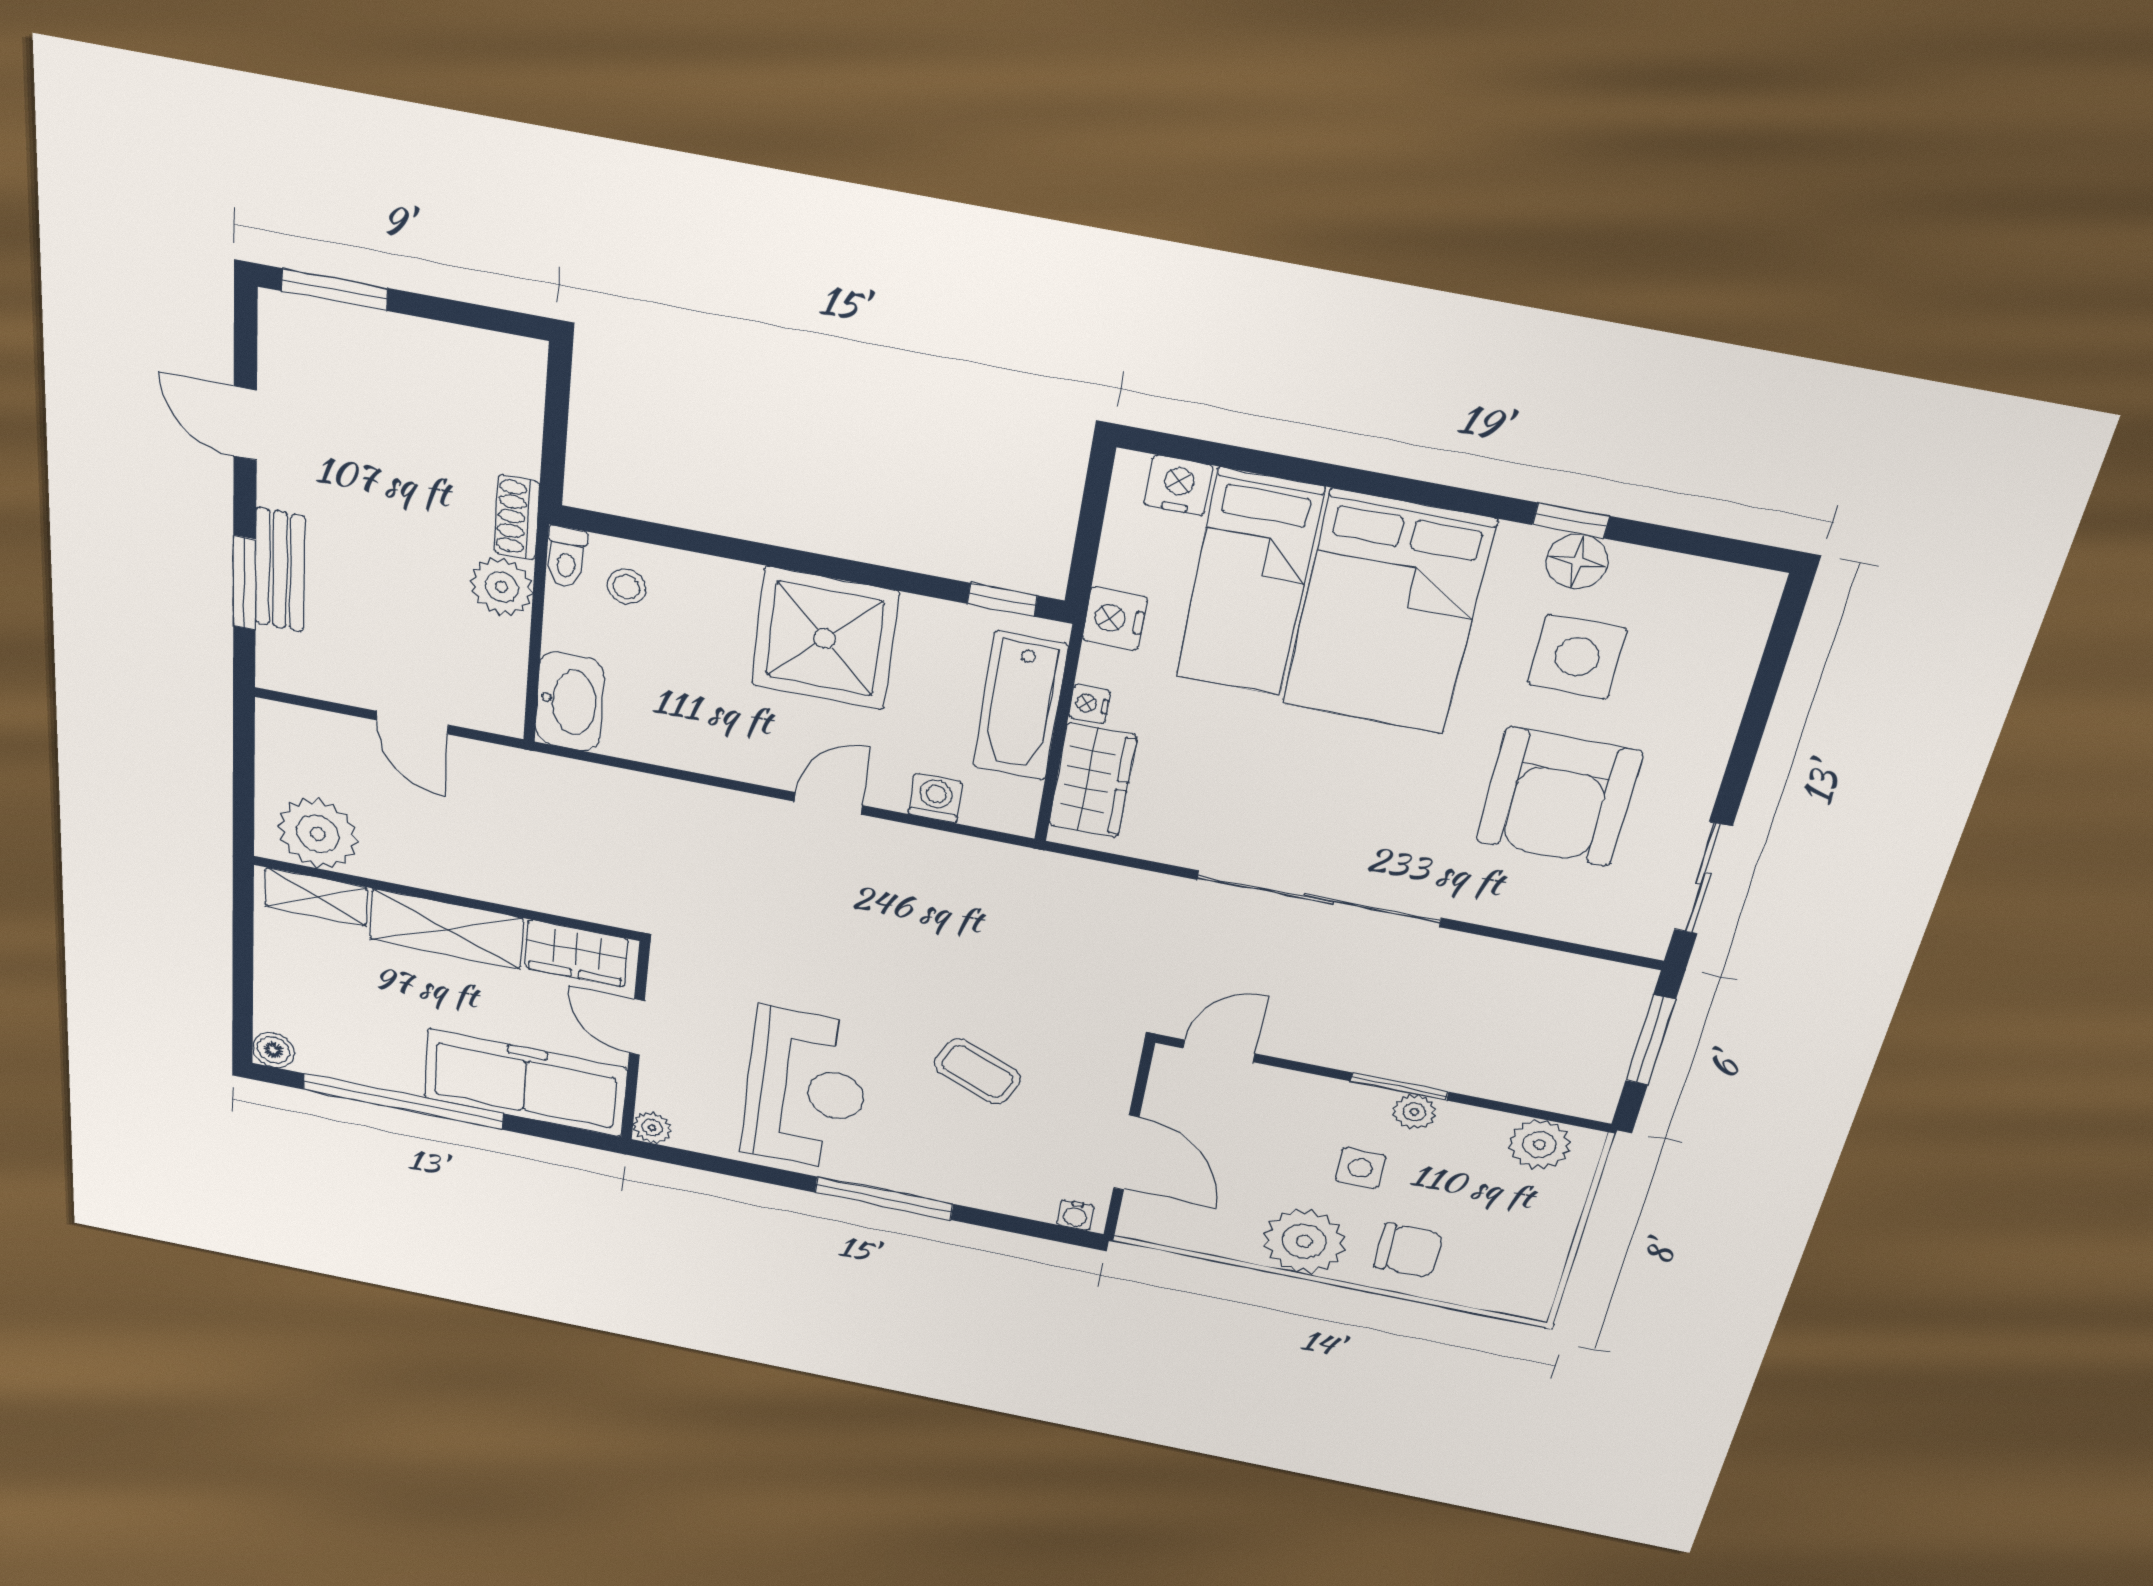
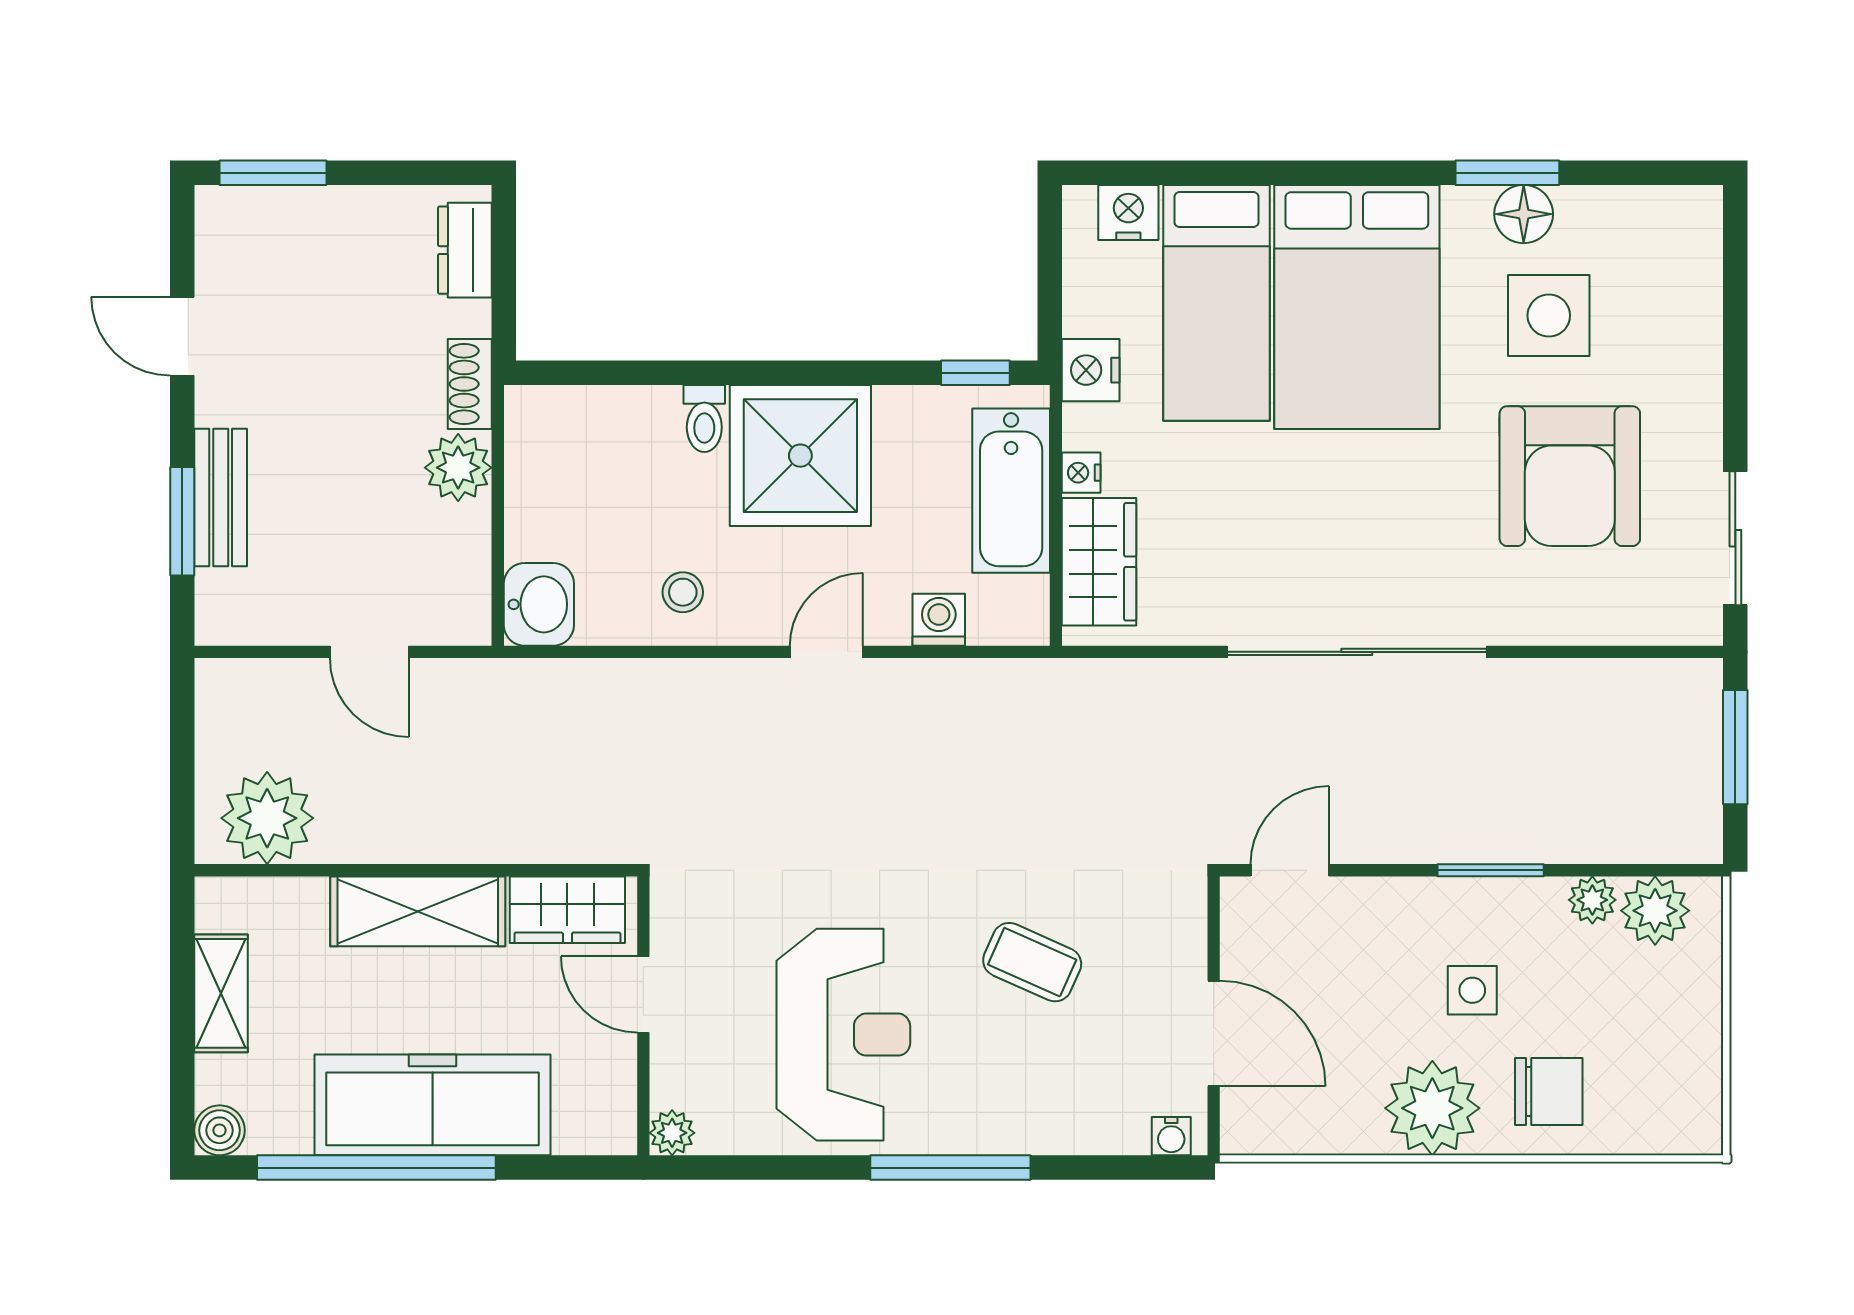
dresser: (519, 397) -> (465, 250), added
window: (1571, 520) -> (1507, 173), width x1.50
toilet: (566, 557) -> (704, 419), moved
stool: (627, 587) -> (683, 592), moved
washbasin: (570, 702) -> (539, 604), width x0.72
shelving: (316, 897) -> (221, 993), moved, turned 90
freezer: (525, 1083) -> (432, 1105), moved
plant: (1414, 1112) -> (1592, 900), moved

